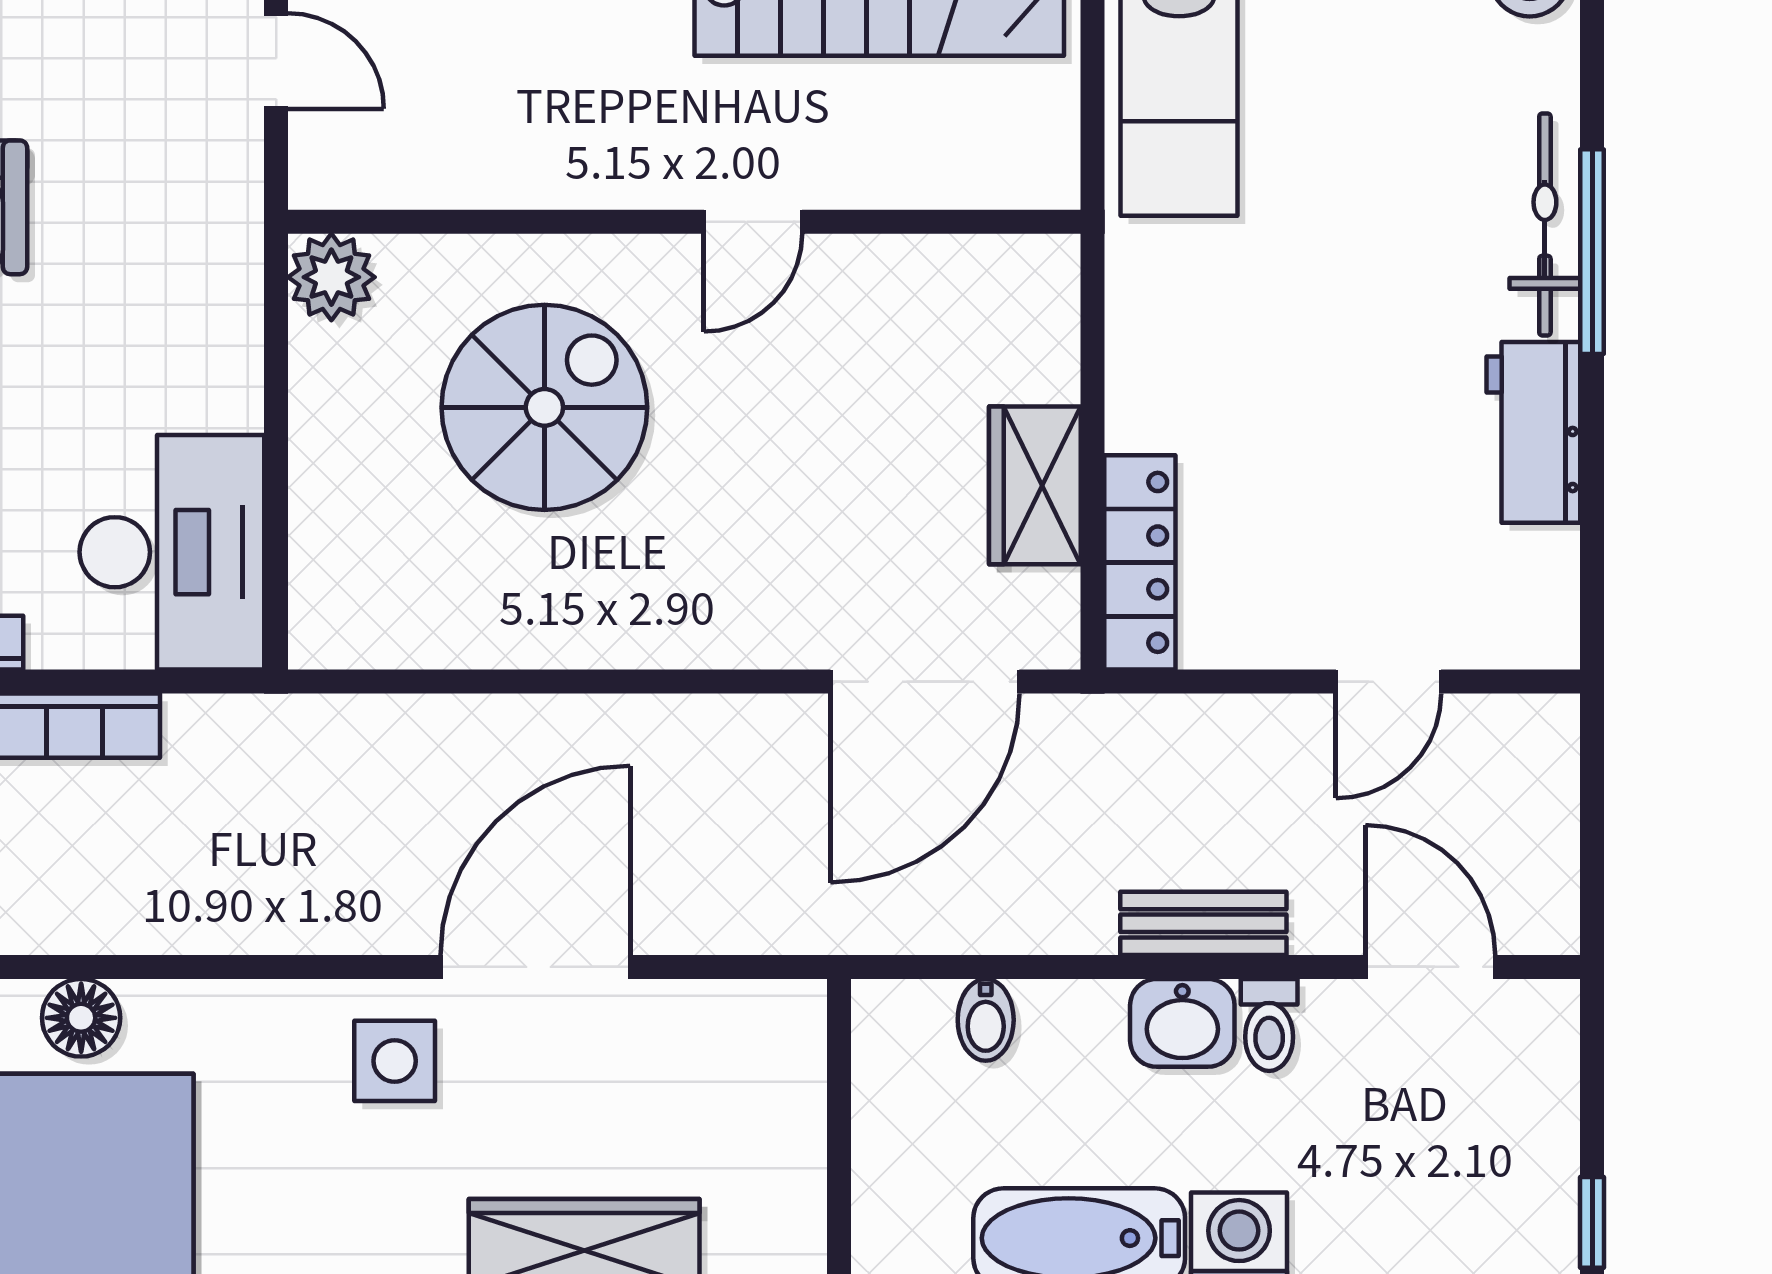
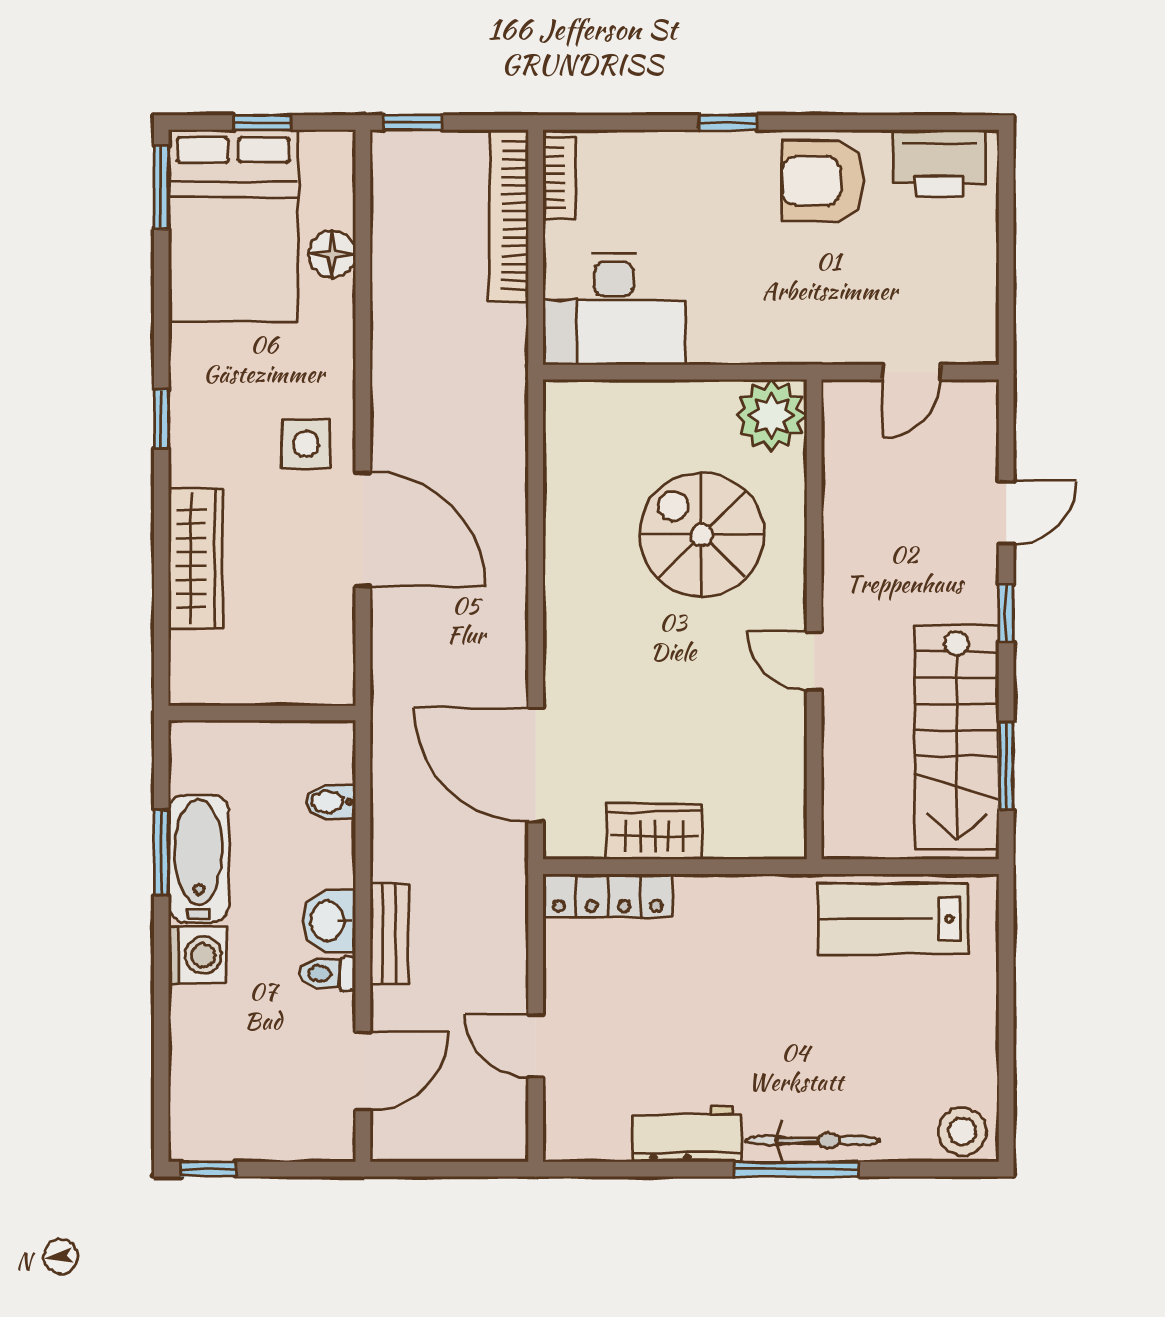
plant: (331, 277) -> (771, 415), width x1.36, depth x1.36
spiral stairs: (544, 407) -> (702, 535), turned 180

